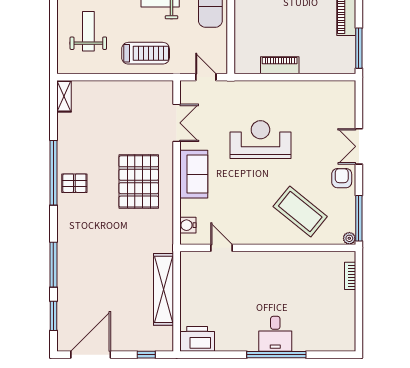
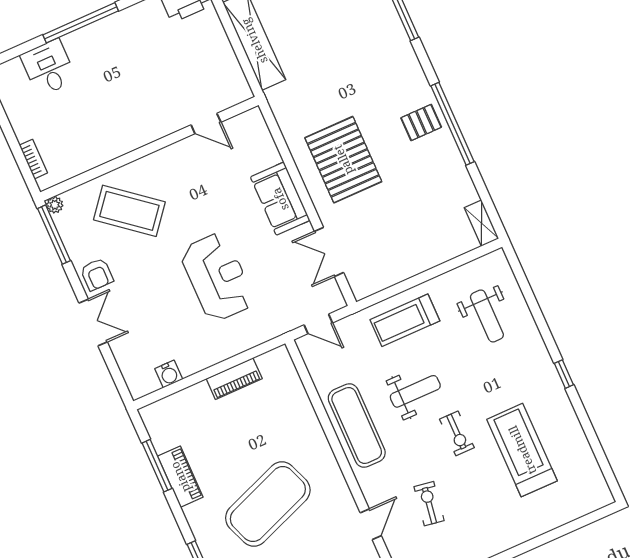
window: (359, 48) -> (157, 466), moved
reception desk: (260, 140) -> (217, 277), turned -90
water cooler: (188, 225) -> (169, 374), moved, turned 90
desk: (275, 334) -> (48, 68), moved

